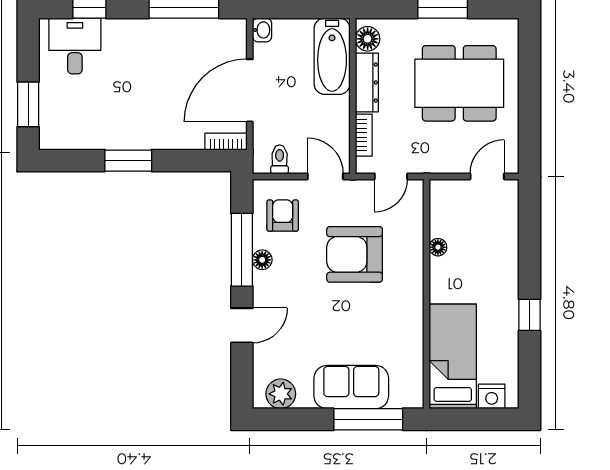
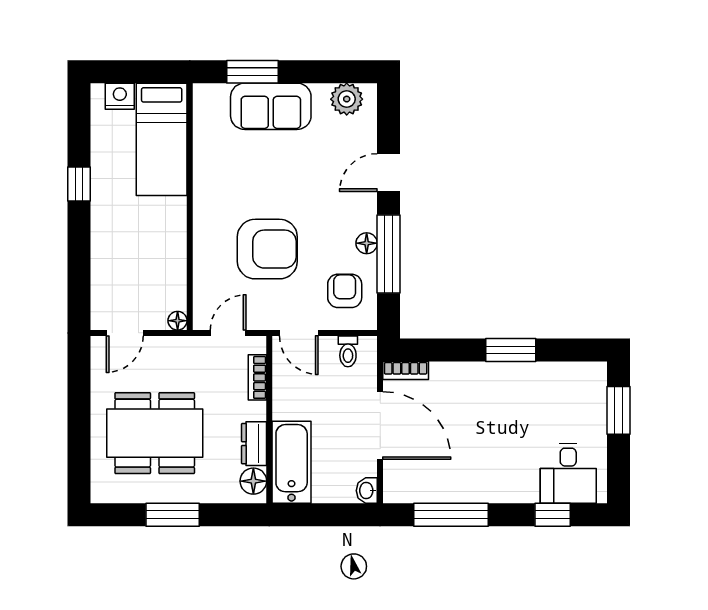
dresser: (367, 83) -> (254, 444), width x0.70
door: (250, 90) -> (380, 426), hinge flipped
armchair: (283, 216) -> (345, 291), turned 180
floor lamp: (438, 247) -> (178, 321), moved
window: (368, 419) -> (253, 72), width x0.69

